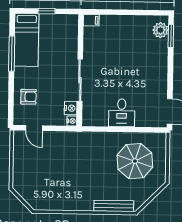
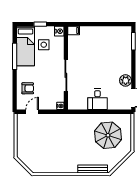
plant: (160, 30) -> (126, 80), moved
side table: (51, 39) -> (44, 45), added
nightstand: (71, 108) -> (59, 31), moved
door: (34, 128) -> (32, 112), swing flipped

